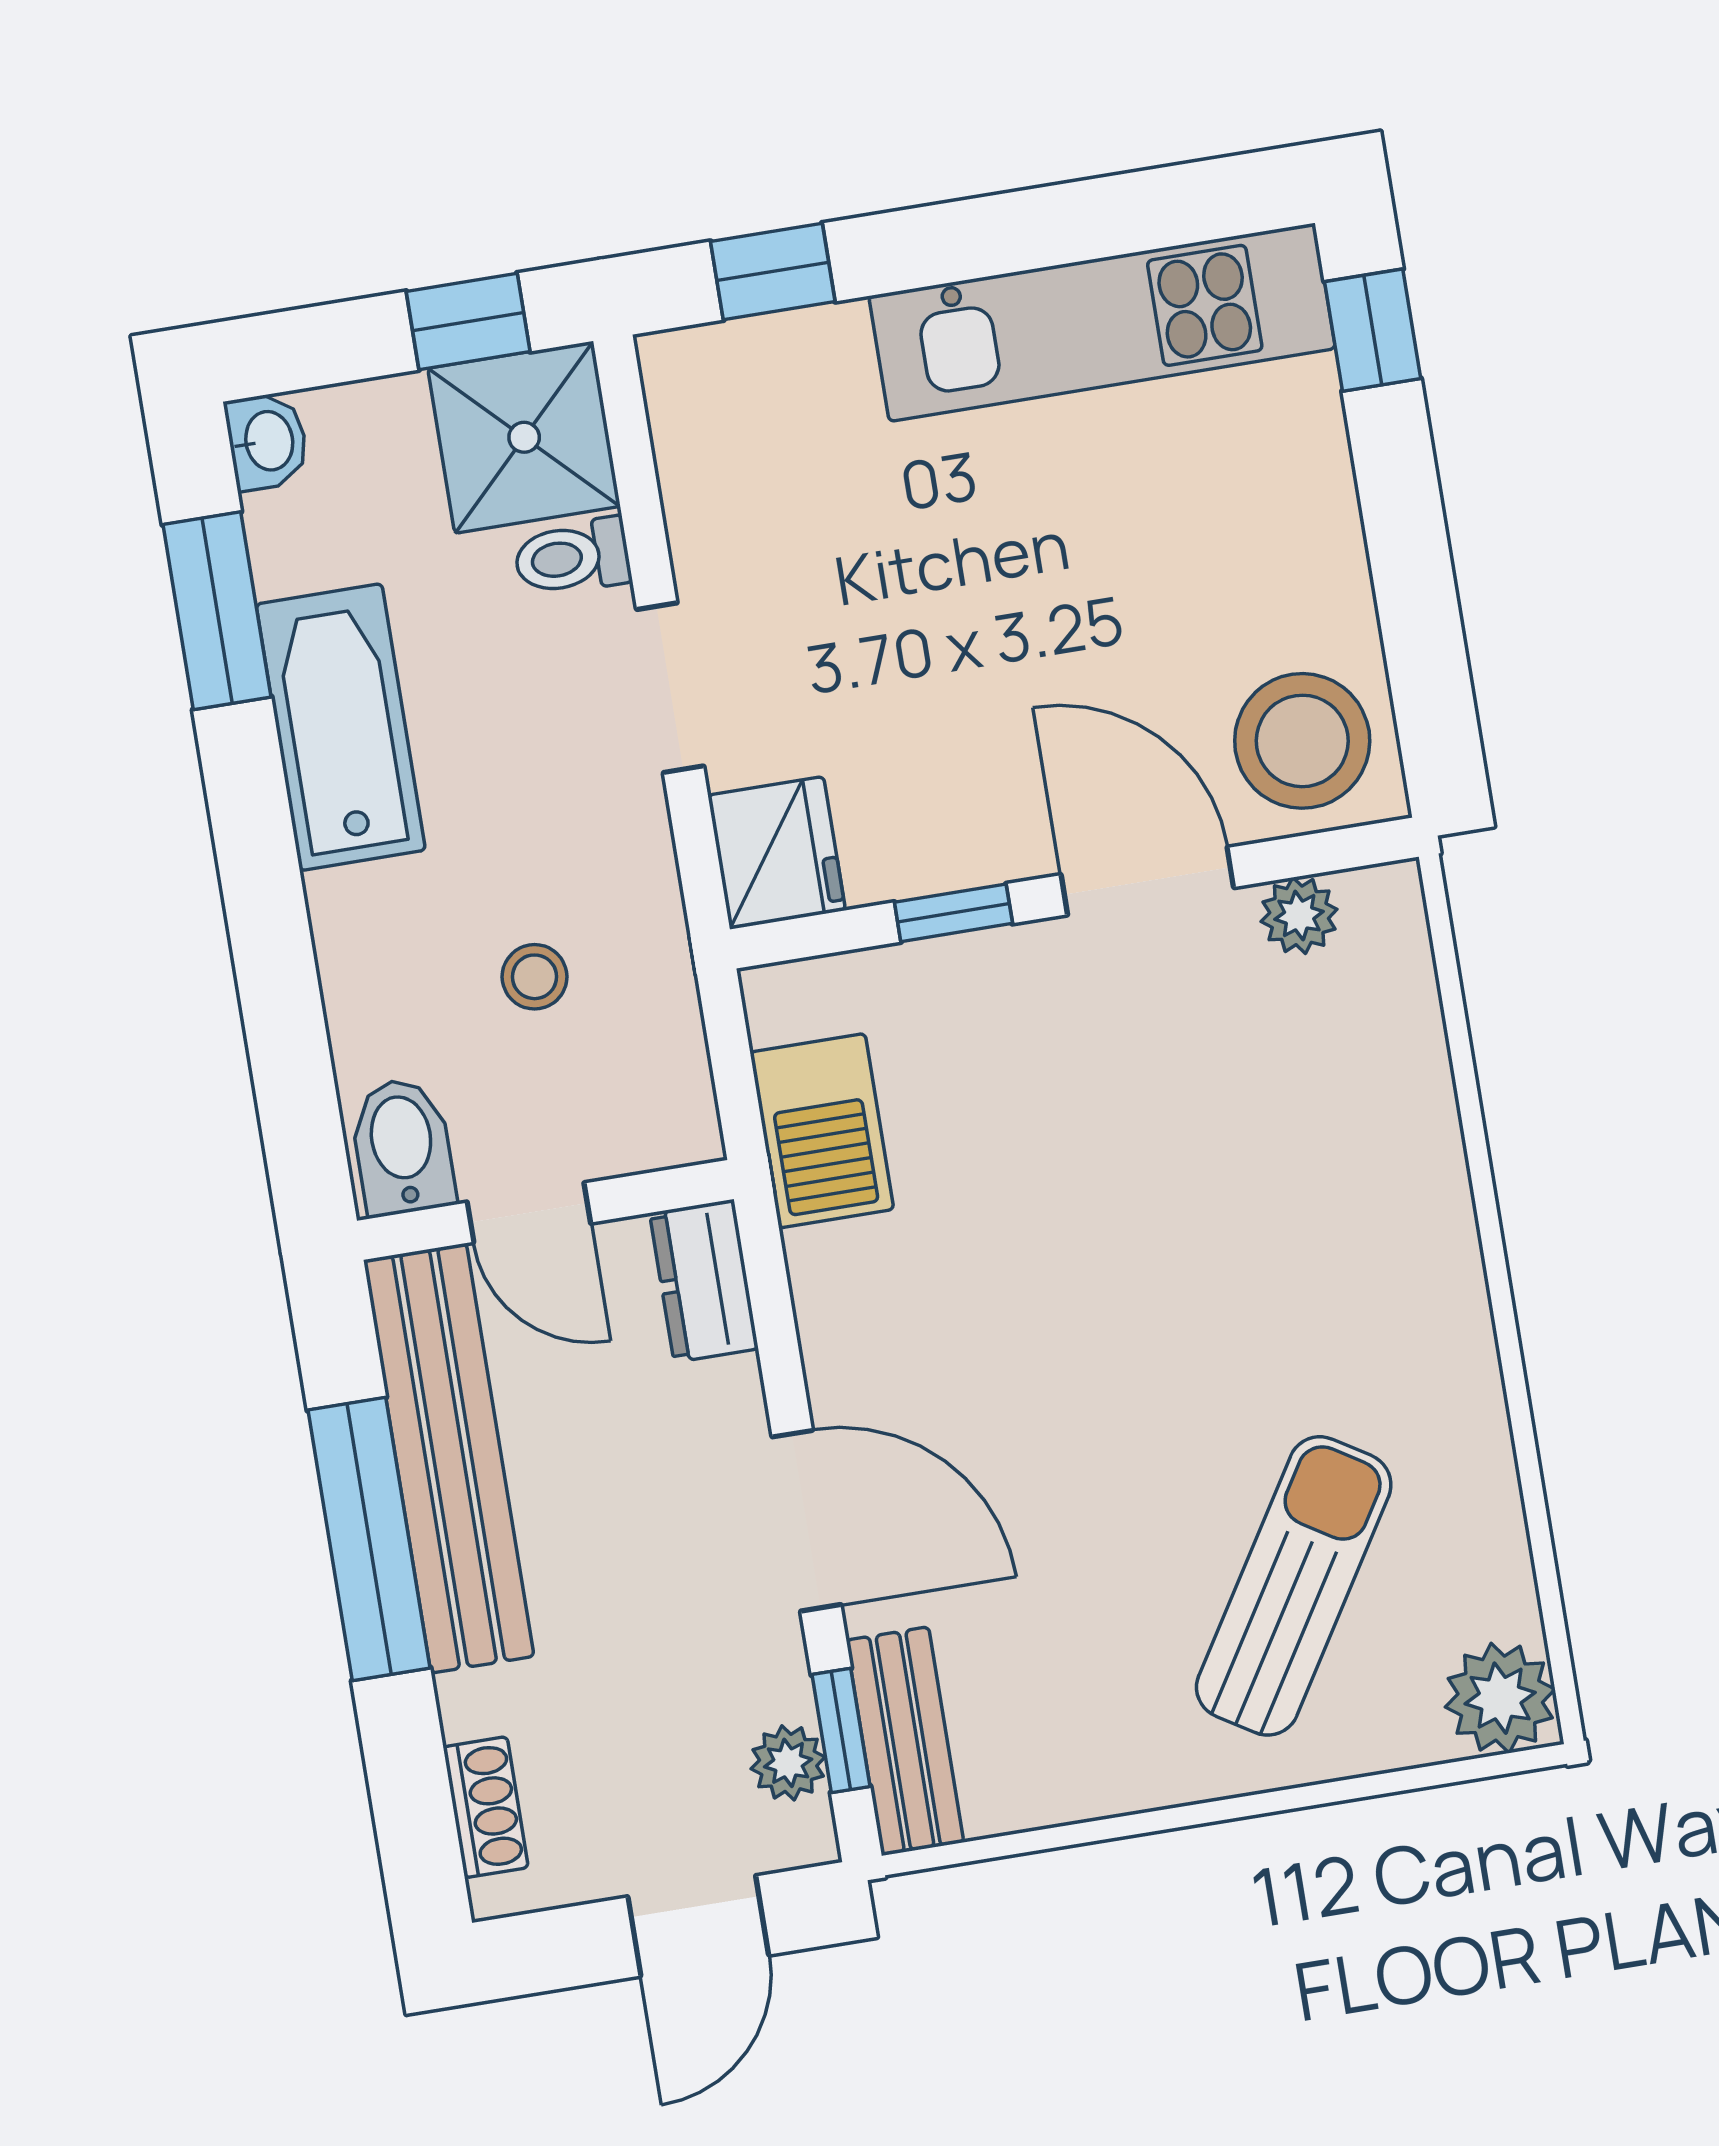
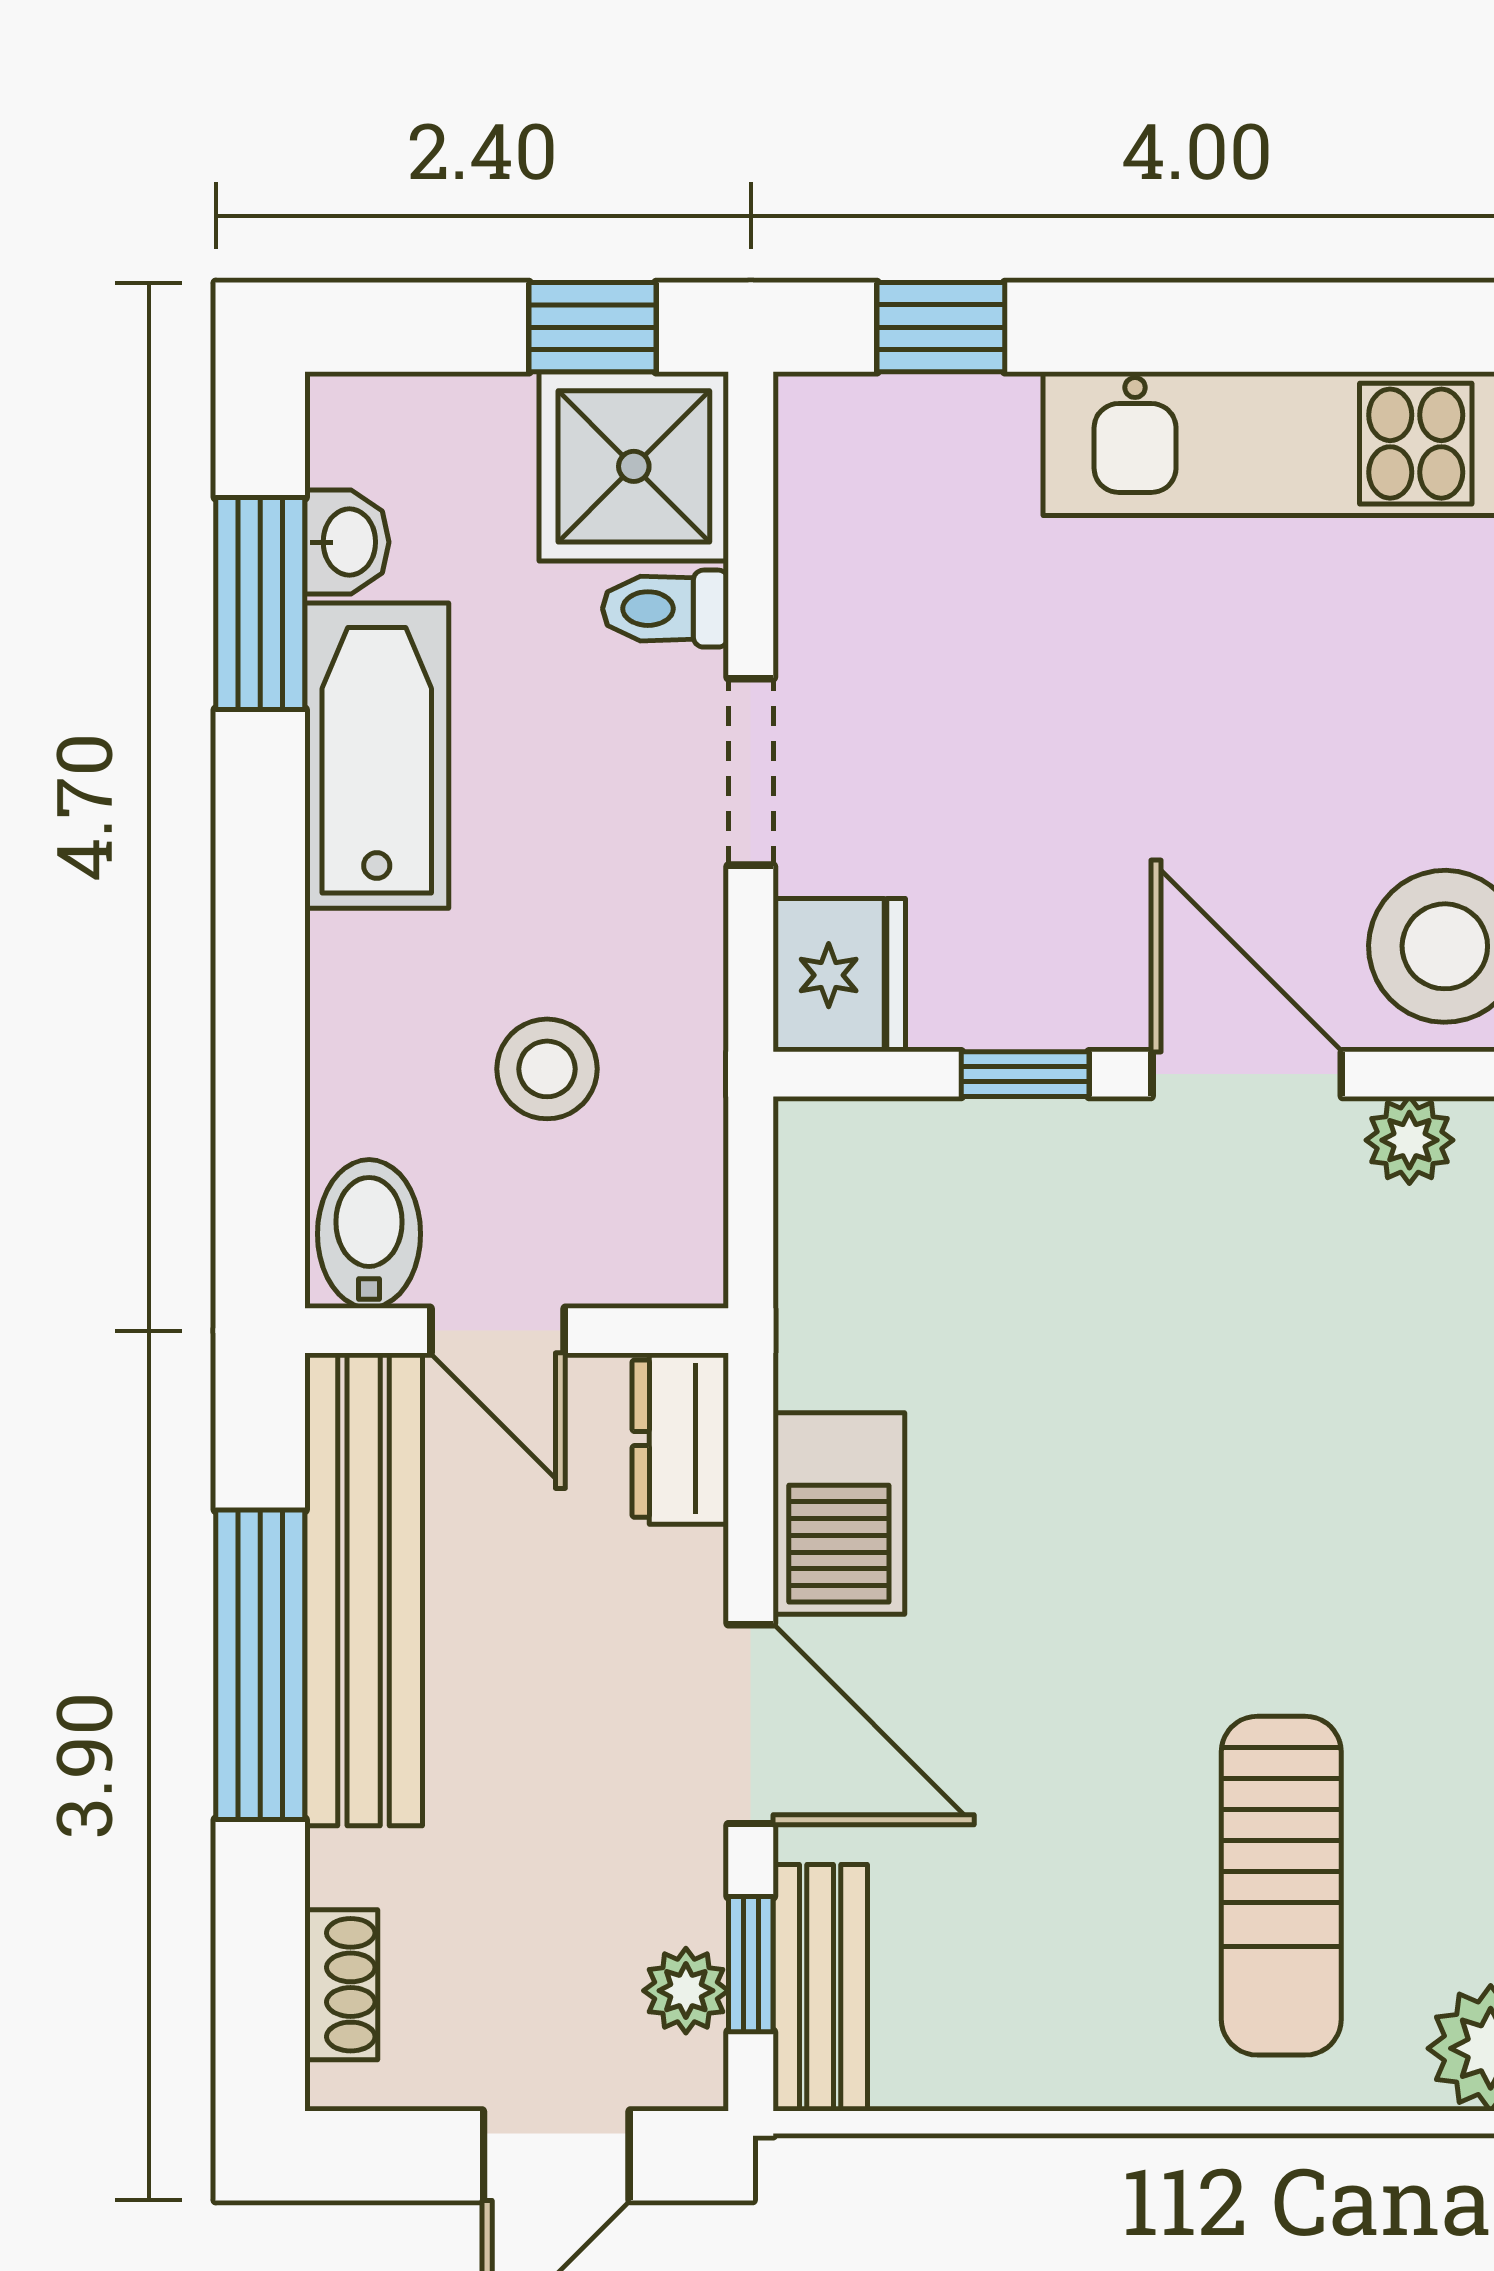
washbasin: (267, 441) -> (347, 542), moved
stool: (535, 977) -> (547, 1069), width x1.37, depth x1.37
barbecue: (822, 1131) -> (839, 1513), moved
sun lounger: (1294, 1586) -> (1281, 1886), turned 148

